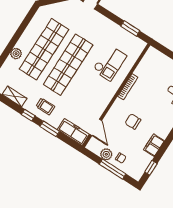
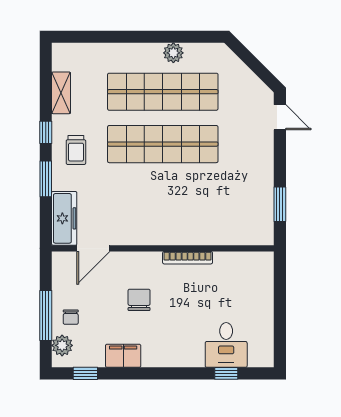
plant: (16, 54) -> (173, 53), moved
checkout: (110, 63) -> (206, 206), removed
plant: (106, 154) -> (62, 345), moved

